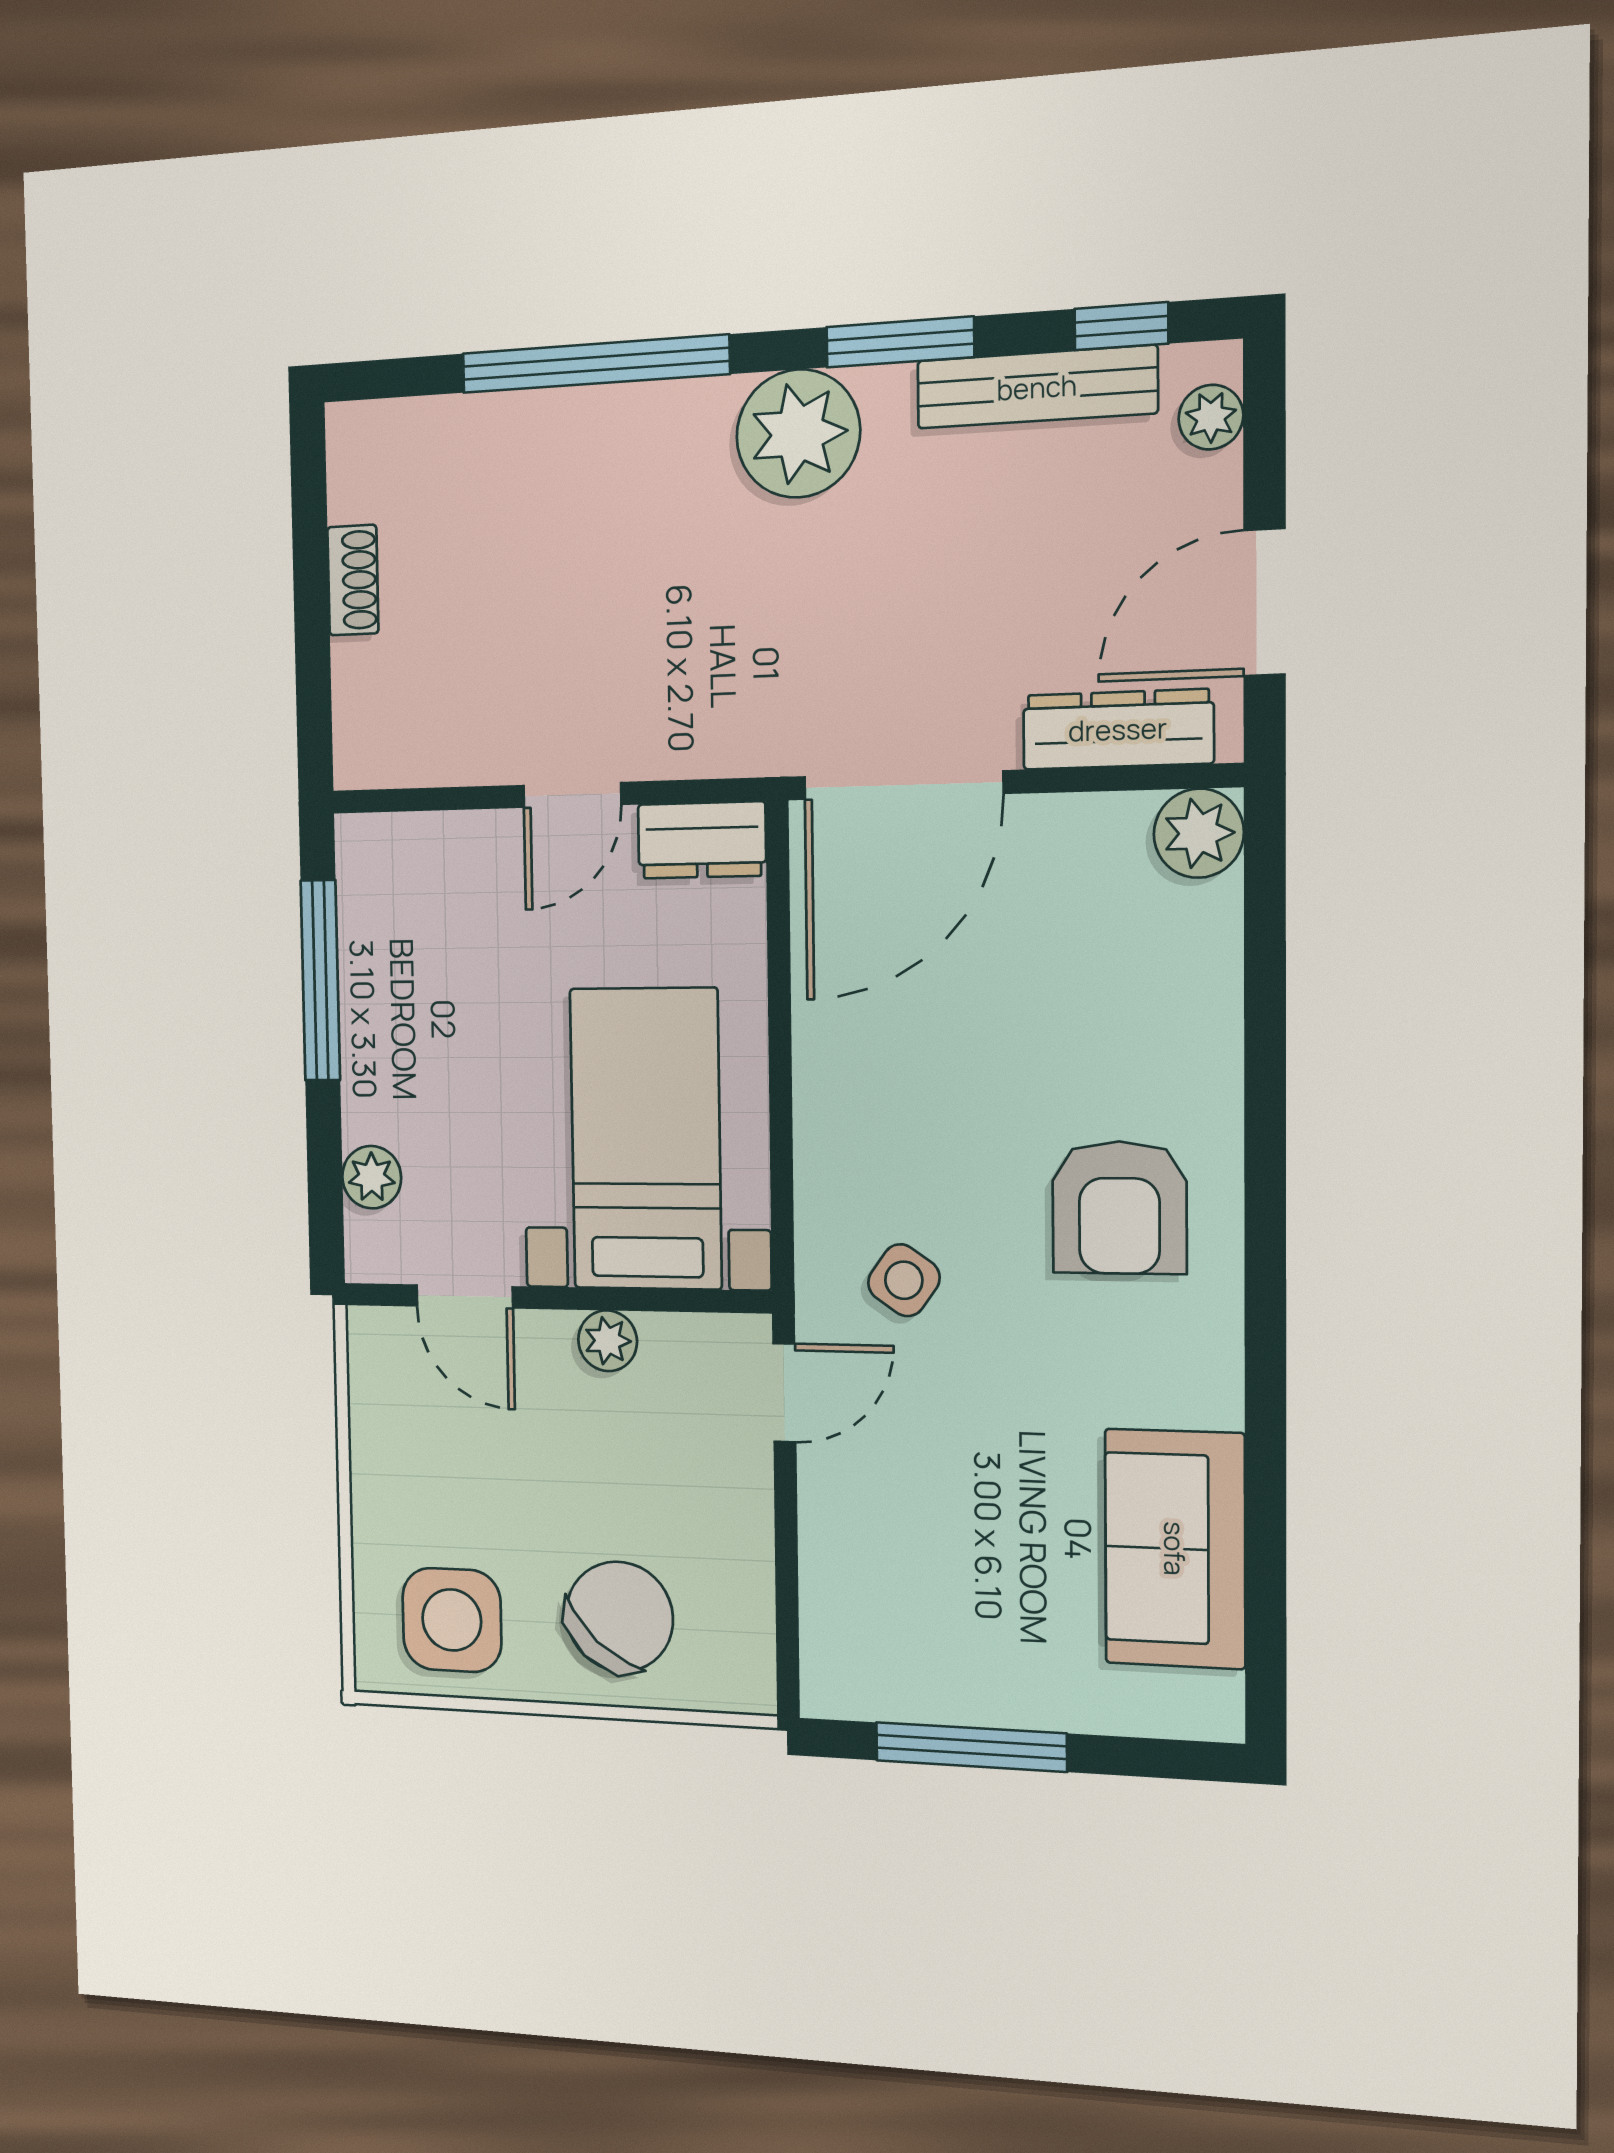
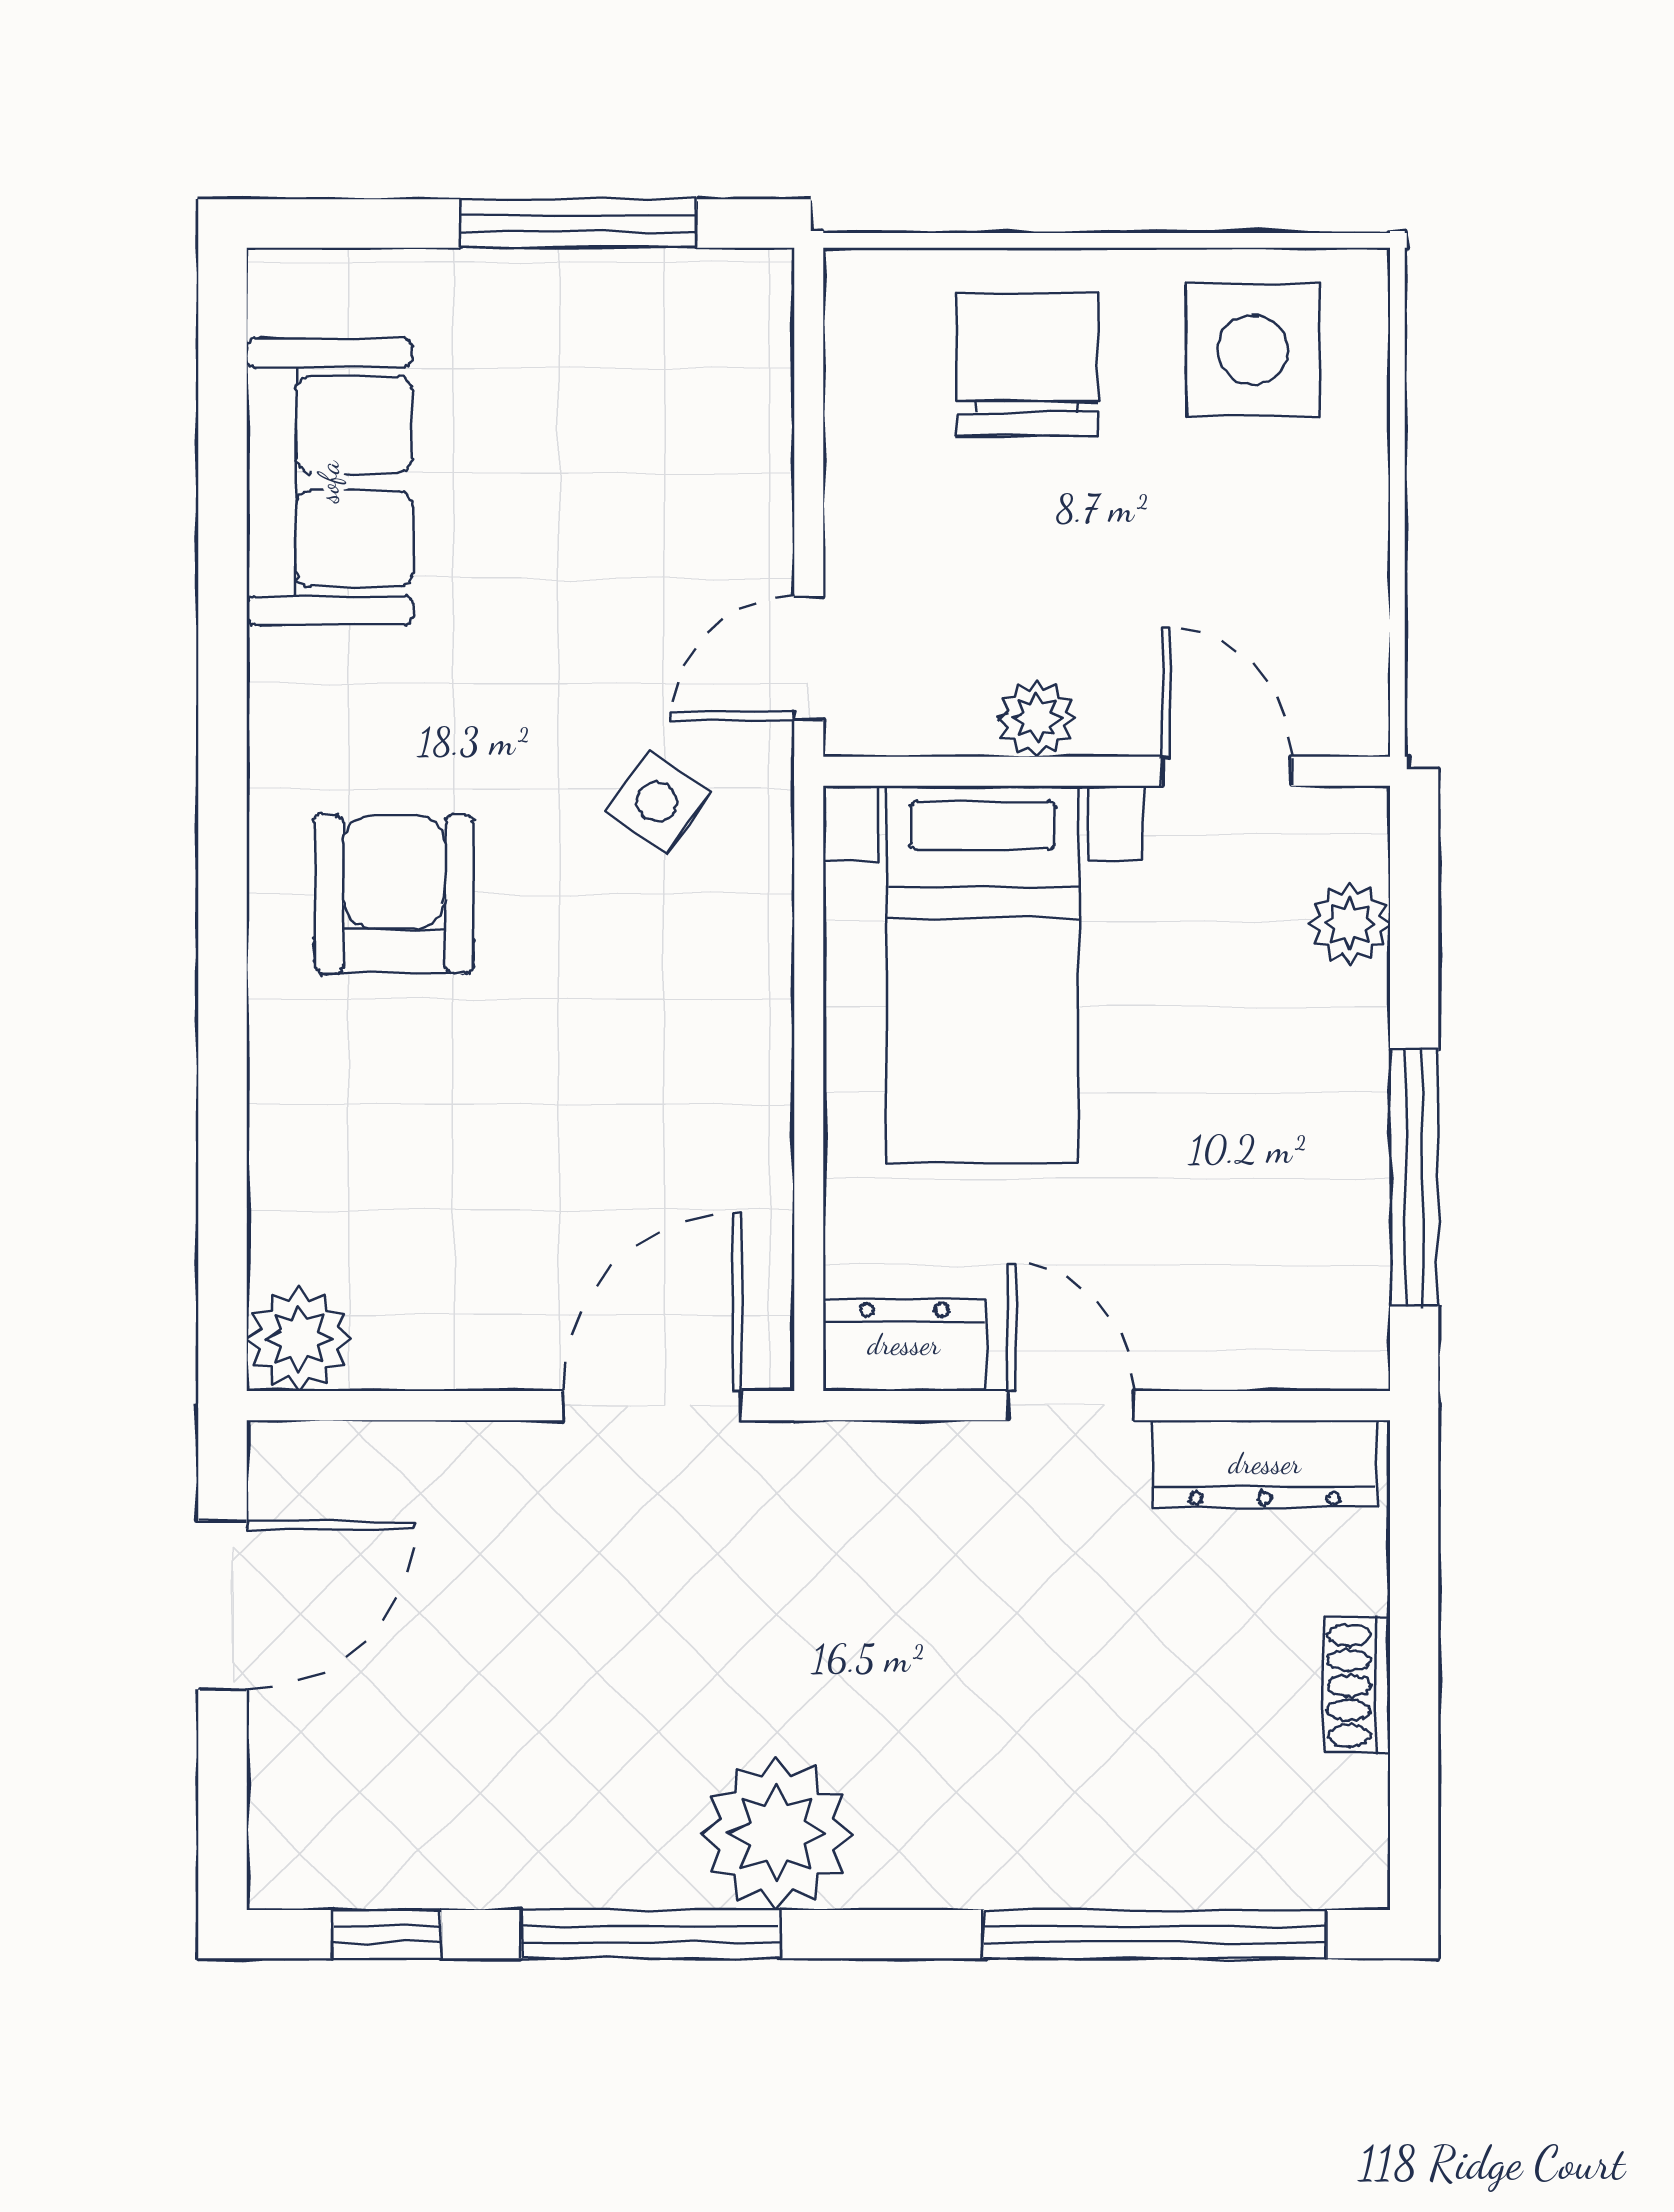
window: (900, 342) -> (650, 1934), width x1.44
window: (595, 364) -> (1155, 1934), moved
bench: (1037, 387) -> (487, 1870), removed
plant: (1211, 417) -> (284, 1822), removed
dresser: (1118, 729) -> (1265, 1464), moved
door: (903, 785) -> (652, 1406), width x0.73
door: (572, 795) -> (1071, 1406), hinge flipped
chair: (619, 1617) -> (1027, 365), turned 138

